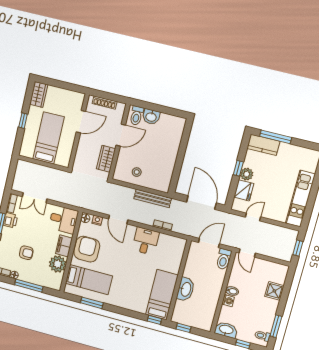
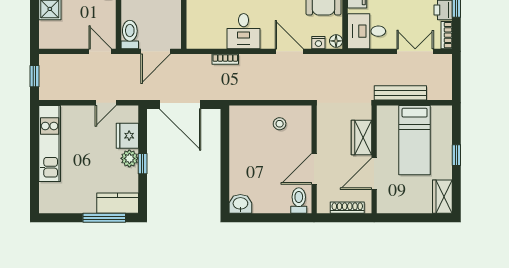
washbasin: (151, 117) -> (240, 204), moved
wardrobe: (106, 159) -> (361, 138), moved, turned 180
bench: (153, 198) -> (400, 93), moved

